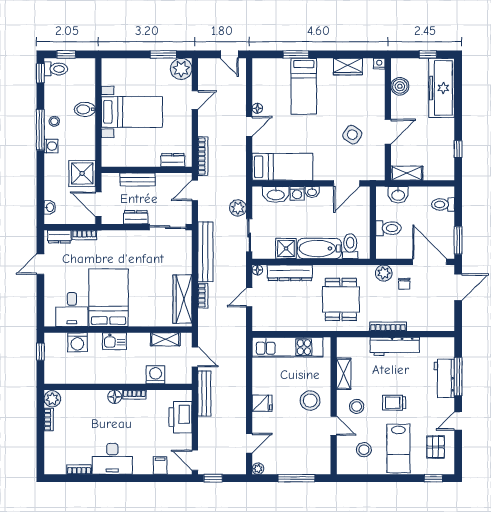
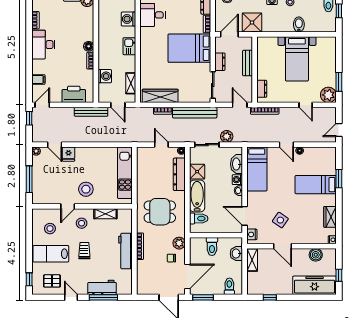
nightstand: (372, 174) -> (252, 234), added
bed: (109, 298) -> (189, 48), moved, turned 180
door: (195, 357) -> (118, 105), hinge flipped
fridge: (262, 403) -> (69, 154), moved

